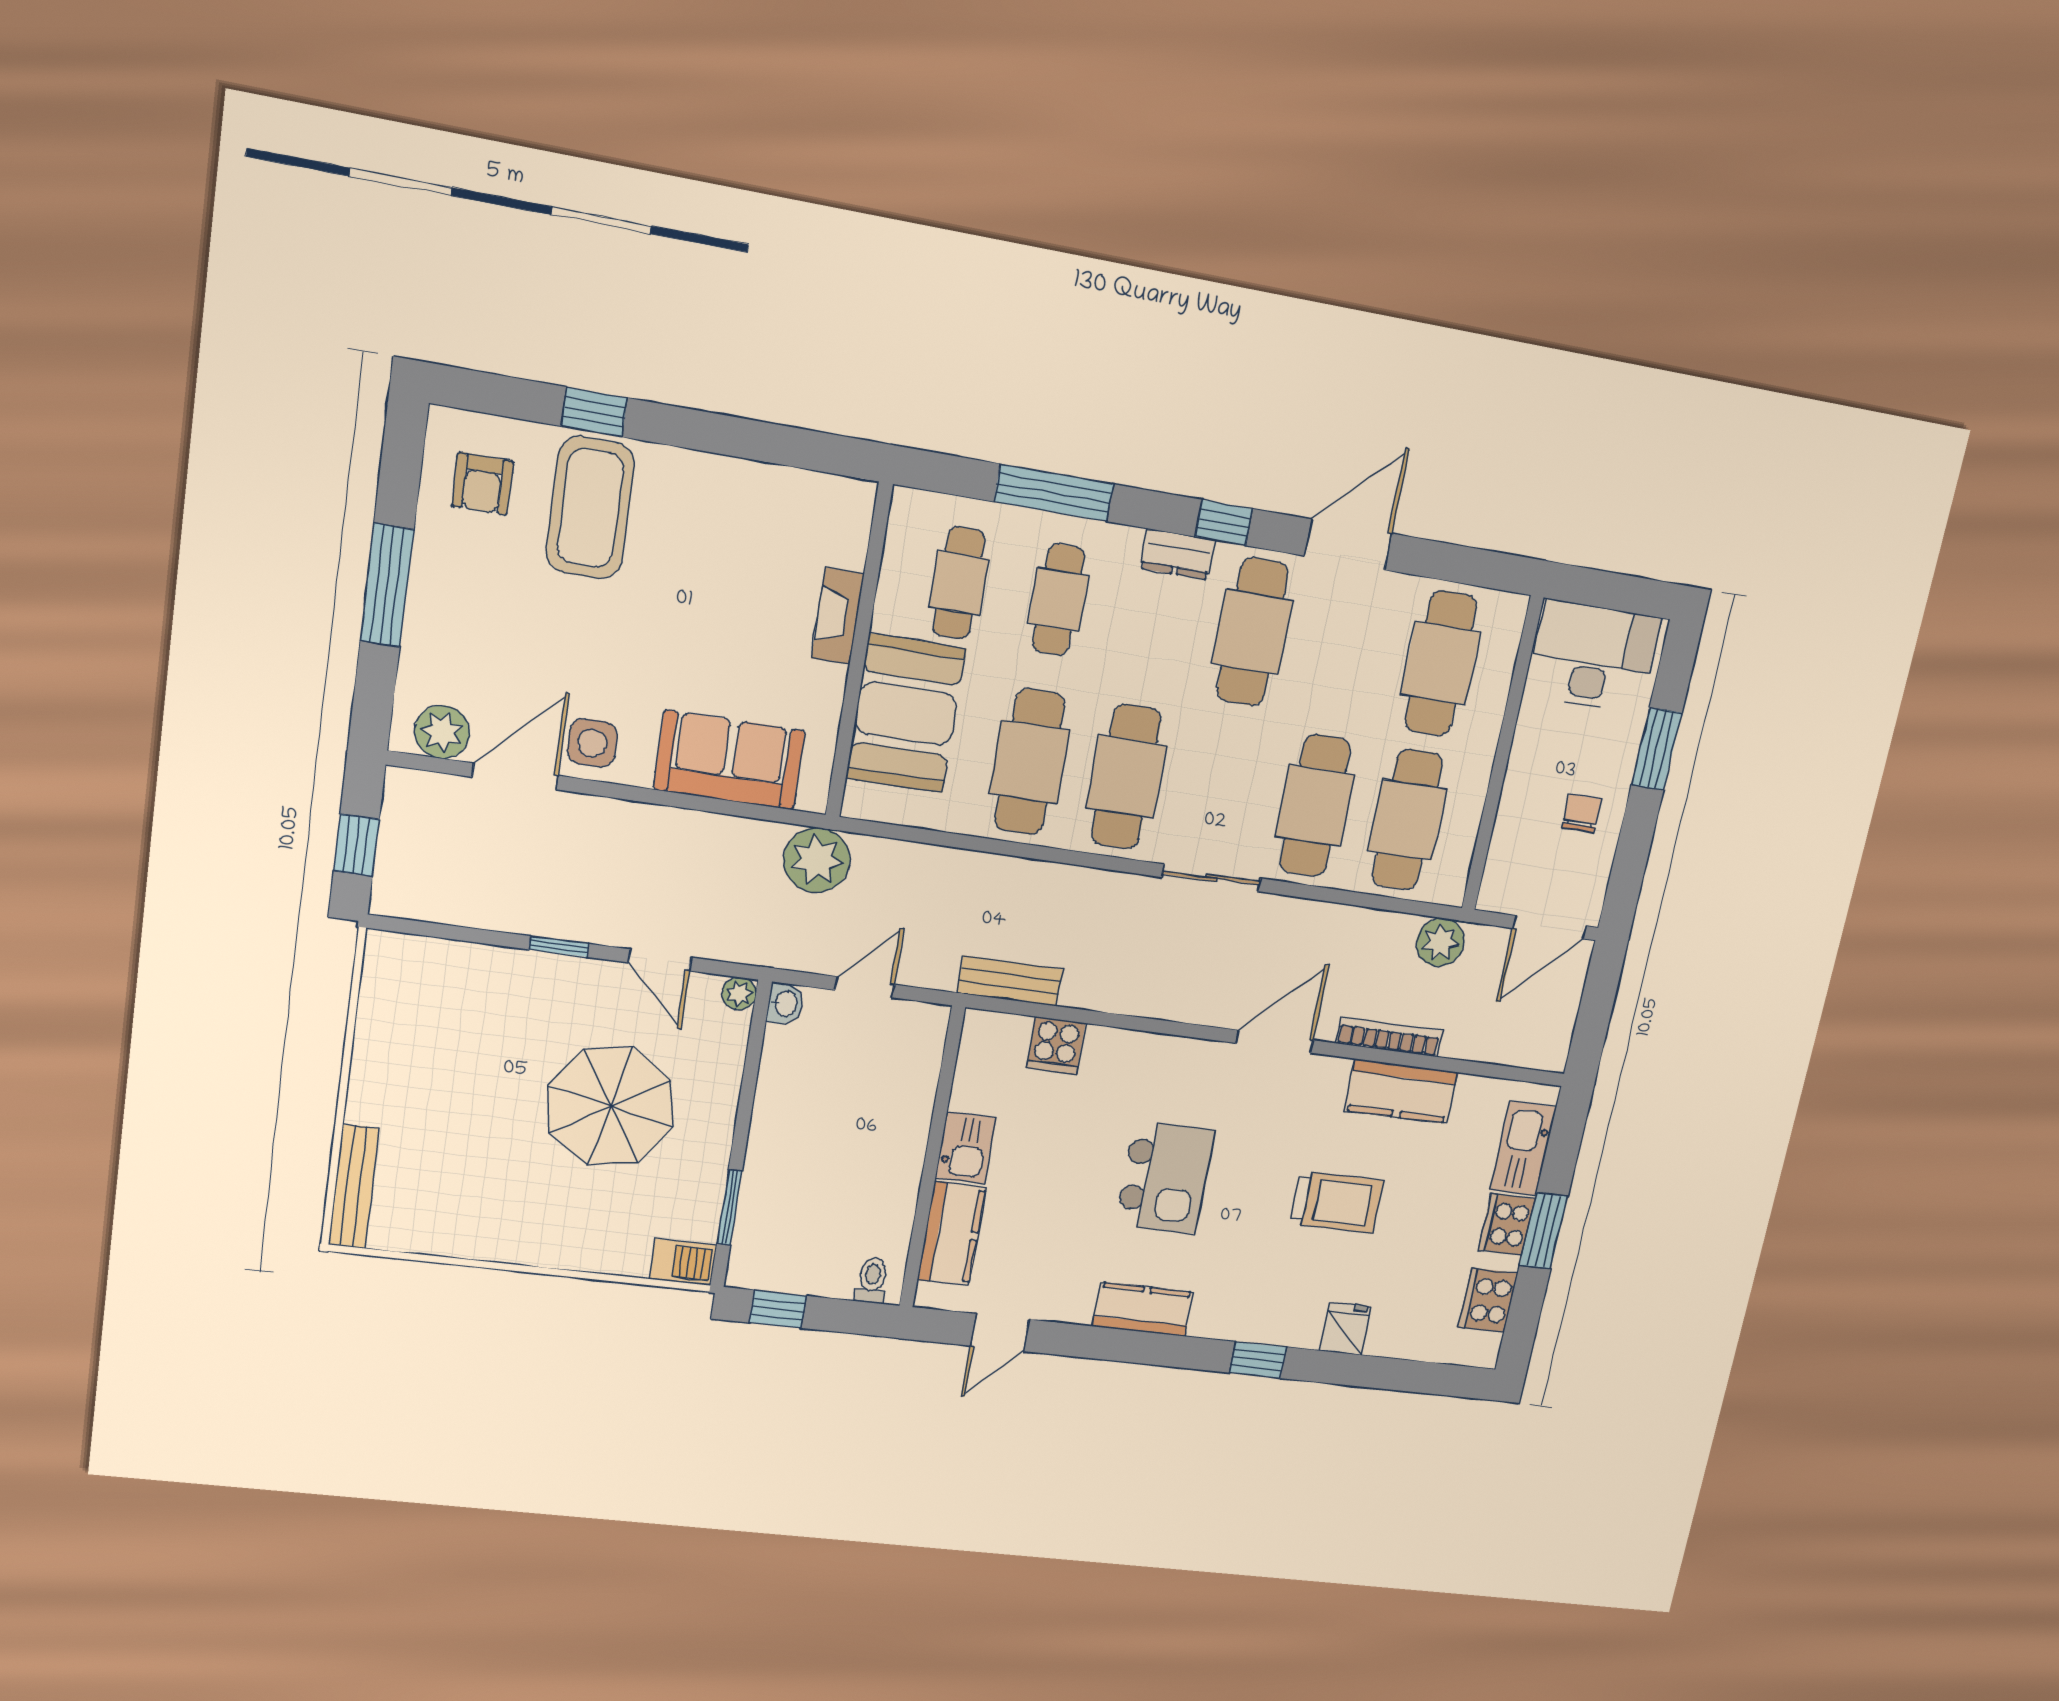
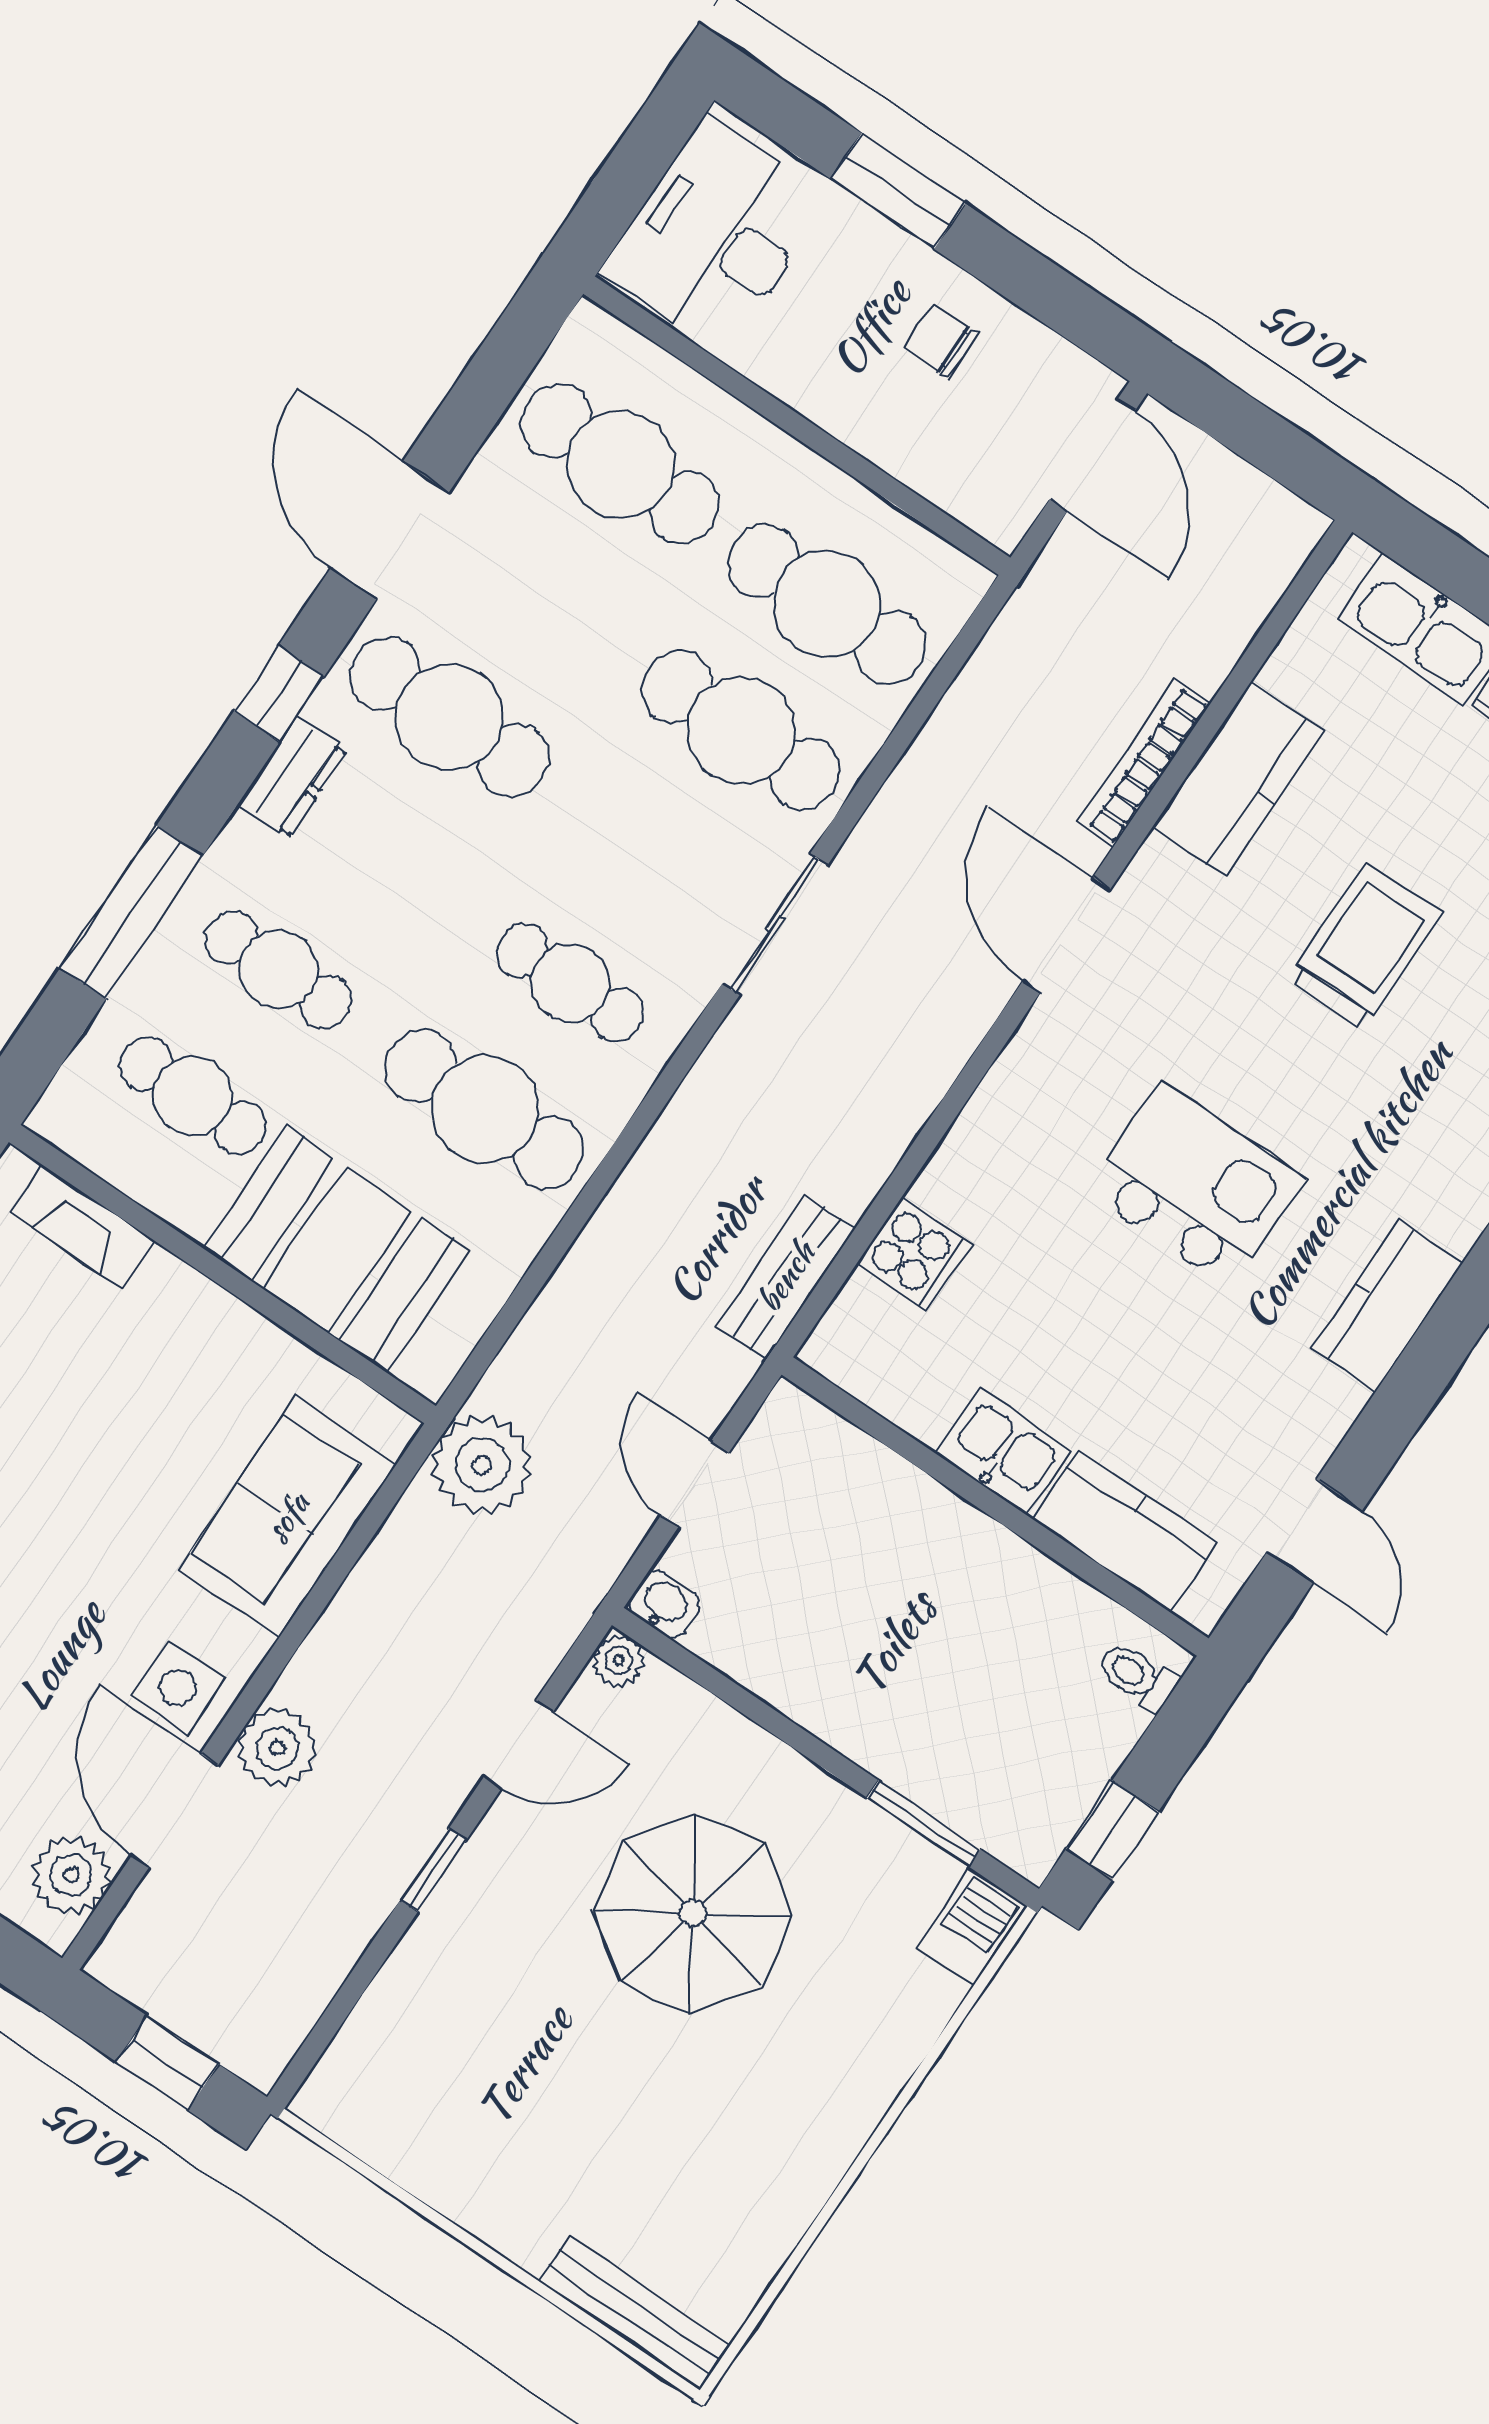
fireplace: (838, 616) -> (82, 1227), moved
cafe table: (1126, 777) -> (570, 983), width x0.73, depth x0.74
plant: (1440, 942) -> (277, 1748), moved

